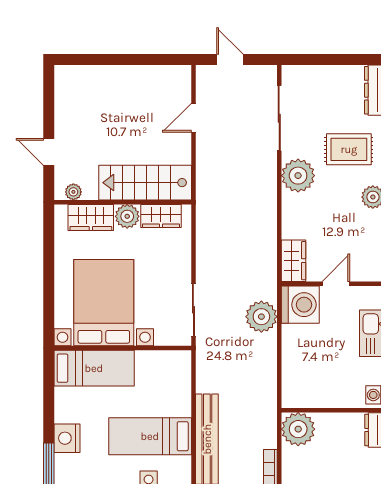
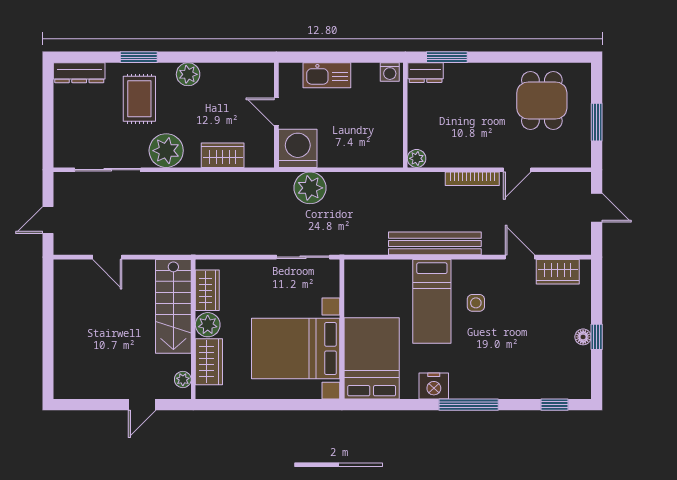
wardrobe: (293, 261) -> (223, 155), moved
bed: (94, 368) -> (372, 358), width x1.50
plant: (298, 429) -> (417, 158), width x0.53, depth x0.53

